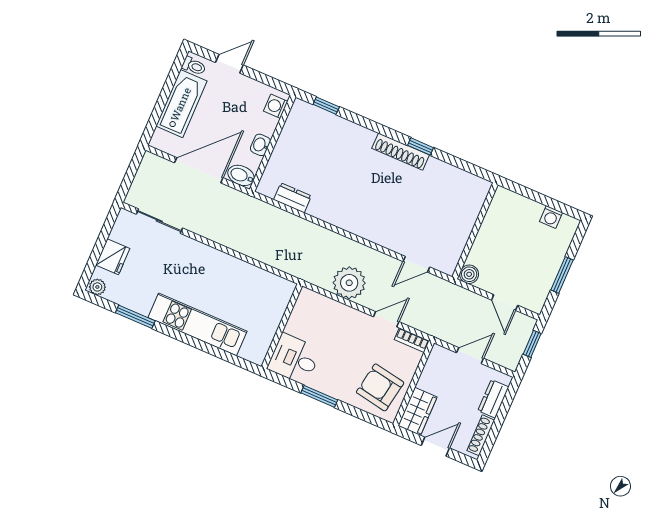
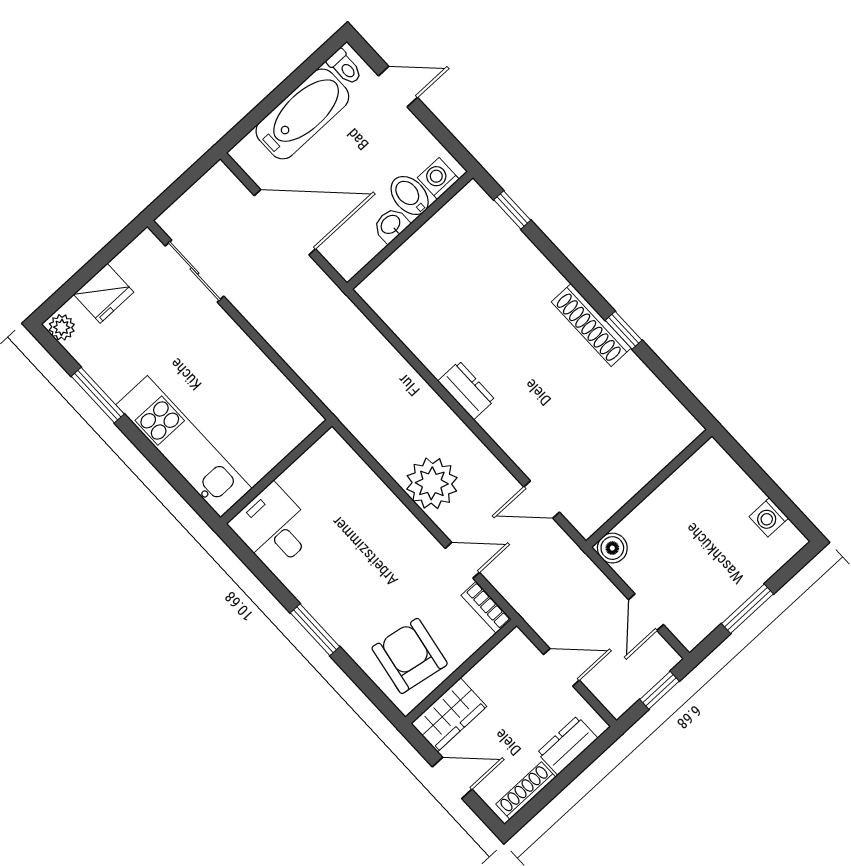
bidet: (241, 175) -> (410, 196), moved
dresser: (292, 198) -> (466, 390), moved
wall: (282, 326) -> (276, 472), moved
desk: (294, 359) -> (273, 527), moved

